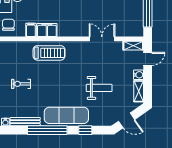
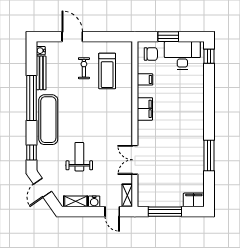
filing cabinet: (47, 30) -> (145, 109), moved
double door: (102, 39) -> (135, 160), swing flipped
treadmill: (49, 53) -> (107, 71), moved
weight bench: (99, 88) -> (79, 157), turned 180
window: (85, 130) -> (32, 153), moved

